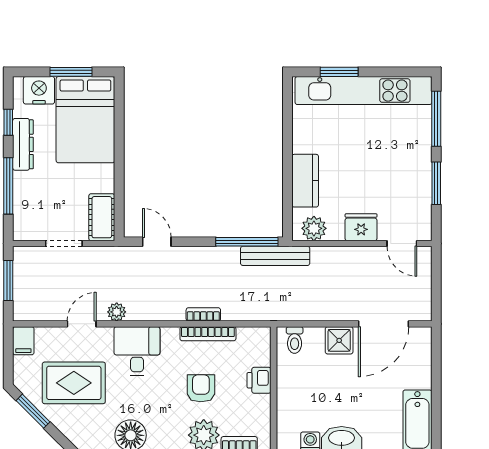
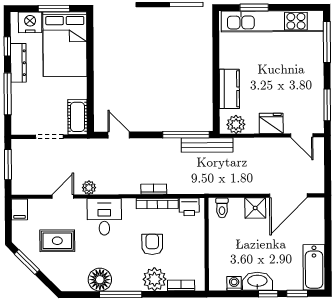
window: (436, 183) -> (327, 105), moved
printer: (259, 380) -> (189, 207), moved, turned -90
rug: (74, 383) -> (57, 241), width x0.73, depth x0.70

